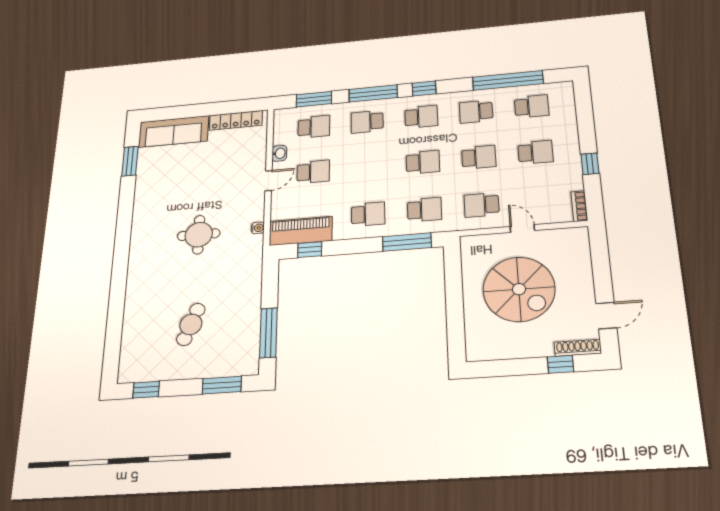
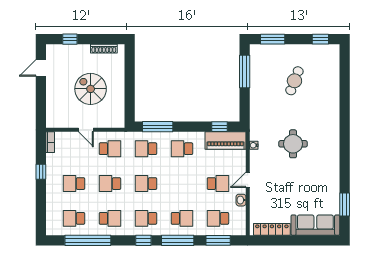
school desk: (313, 172) -> (218, 184), turned 180
spiral stairs: (519, 289) -> (91, 89), width x0.73, depth x0.73
shoe rack: (578, 348) -> (104, 49), moved

